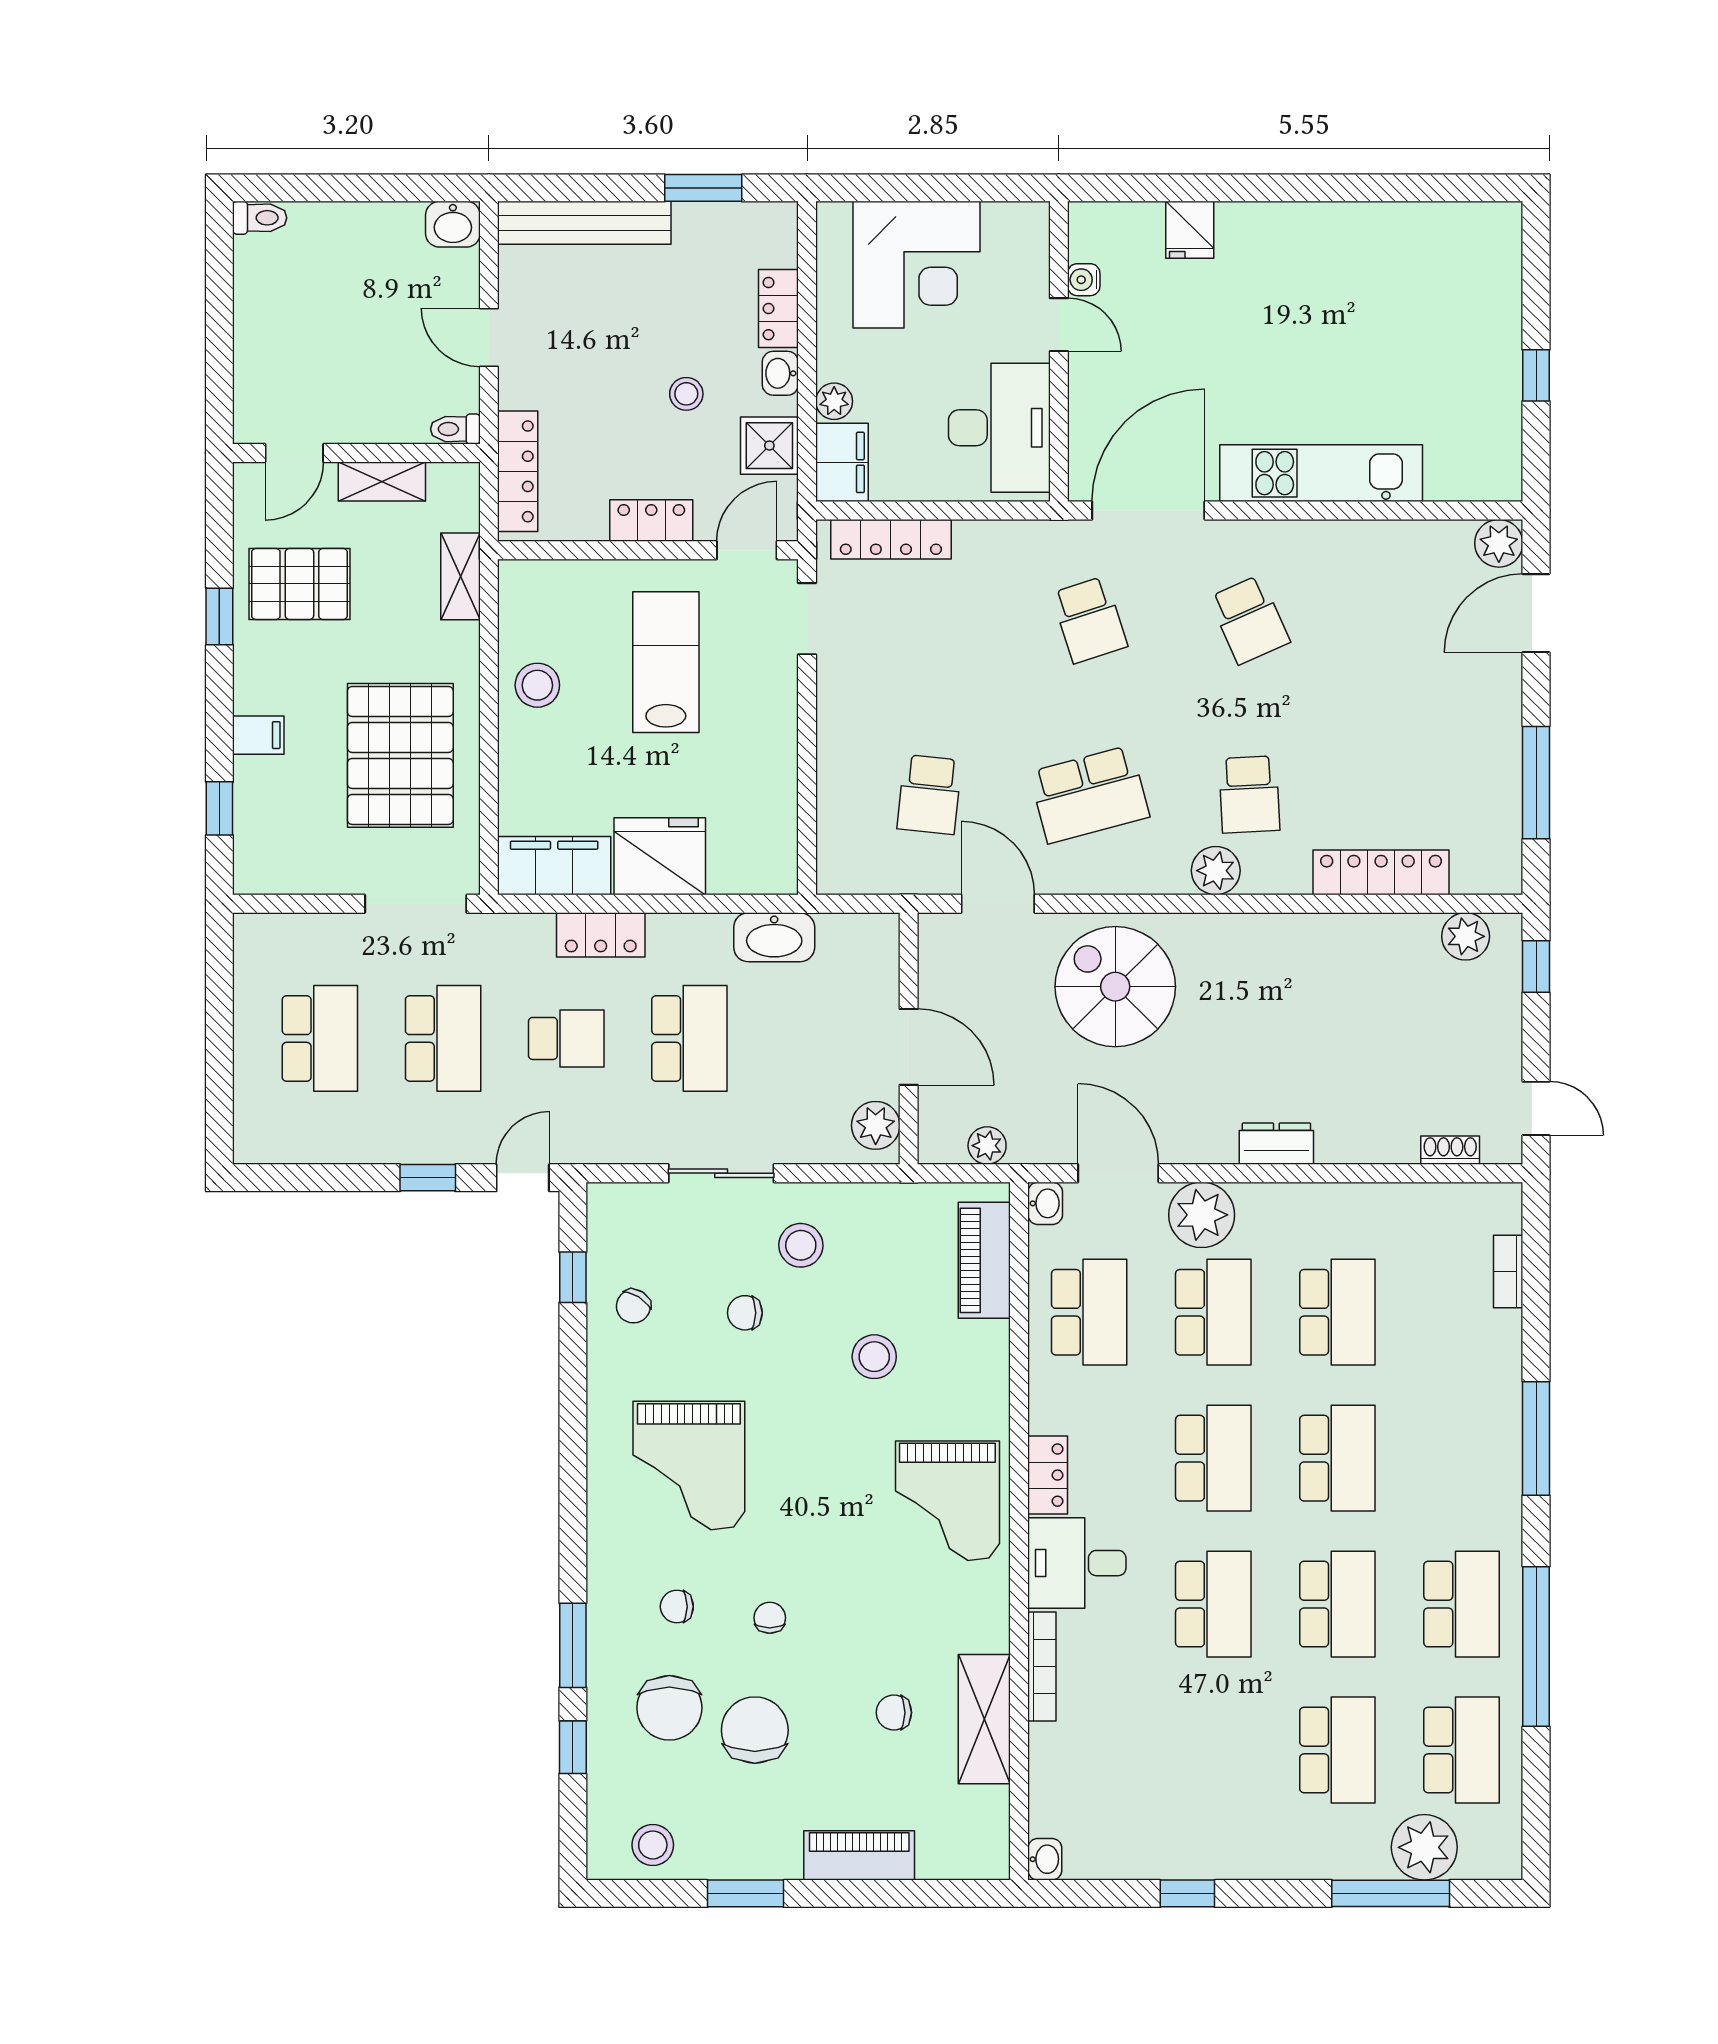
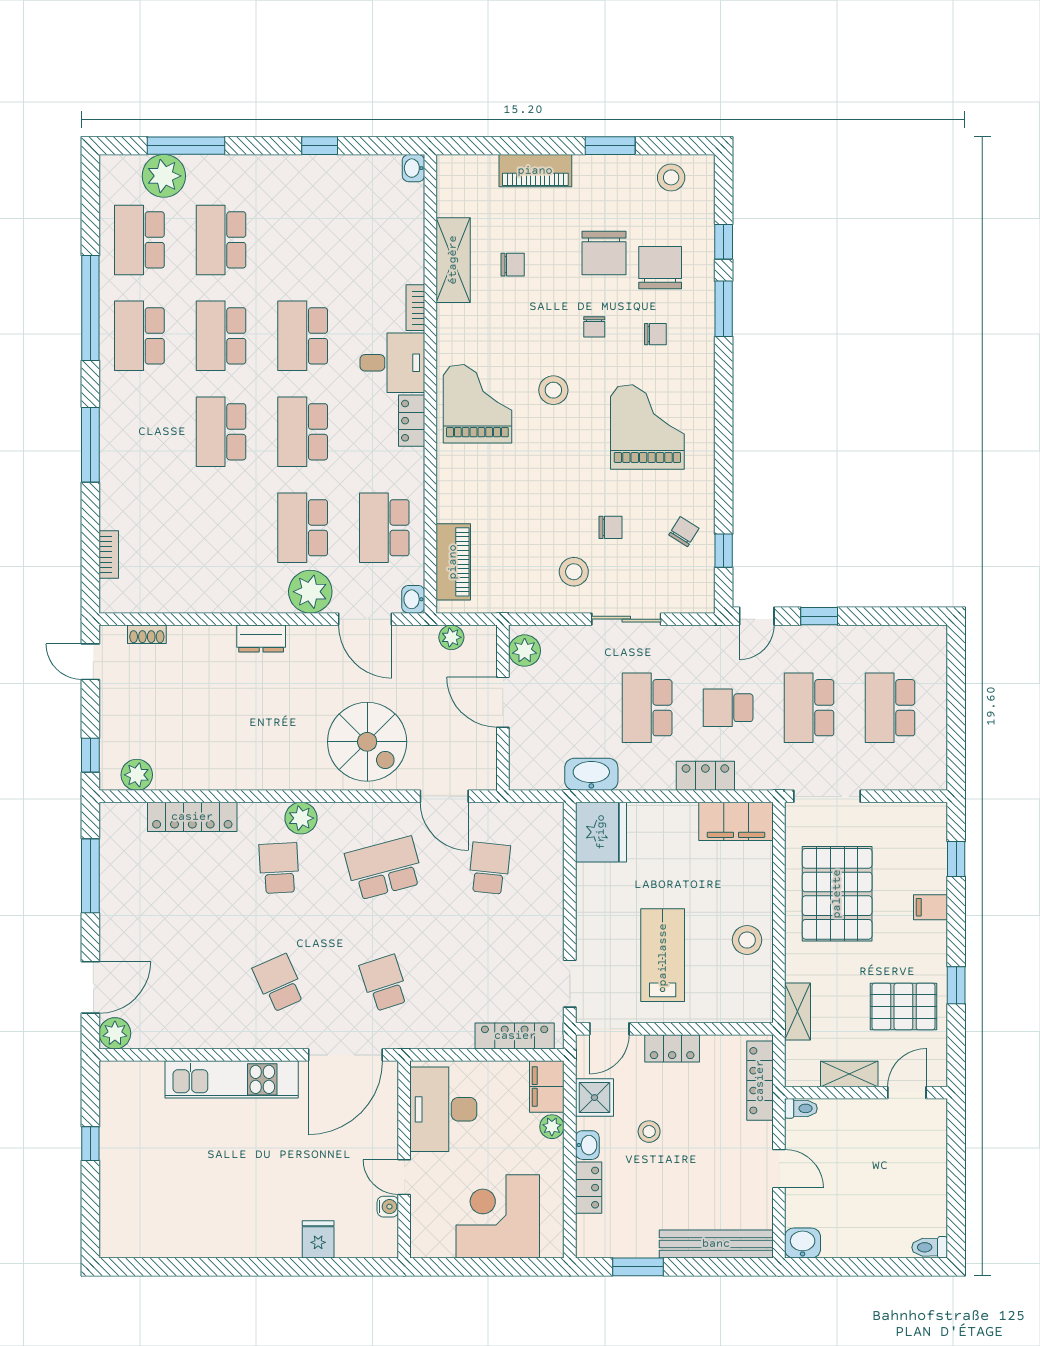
lab bench: (666, 662) -> (663, 955), turned 180
fridge: (660, 856) -> (601, 832), moved, turned -90
school desk: (1337, 1312) -> (221, 528), removed
stool: (874, 1357) -> (553, 390), moved
bookcase: (1042, 1667) -> (415, 308), width x0.64

